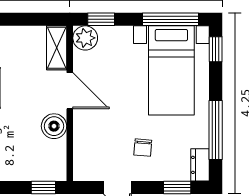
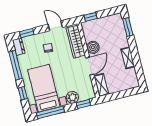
plant: (85, 38) -> (72, 97), moved
window: (216, 49) -> (23, 93), moved
door: (70, 91) -> (90, 66), swing flipped
wardrobe: (85, 146) -> (76, 42), added

